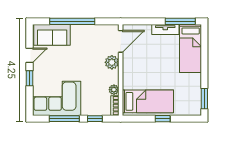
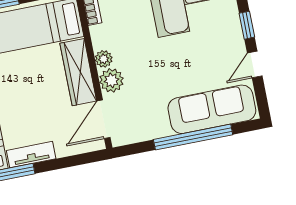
sofa: (52, 35) -> (212, 109), width x1.36
wardrobe: (130, 71) -> (78, 72), added
plant: (114, 90) -> (104, 59), moved

